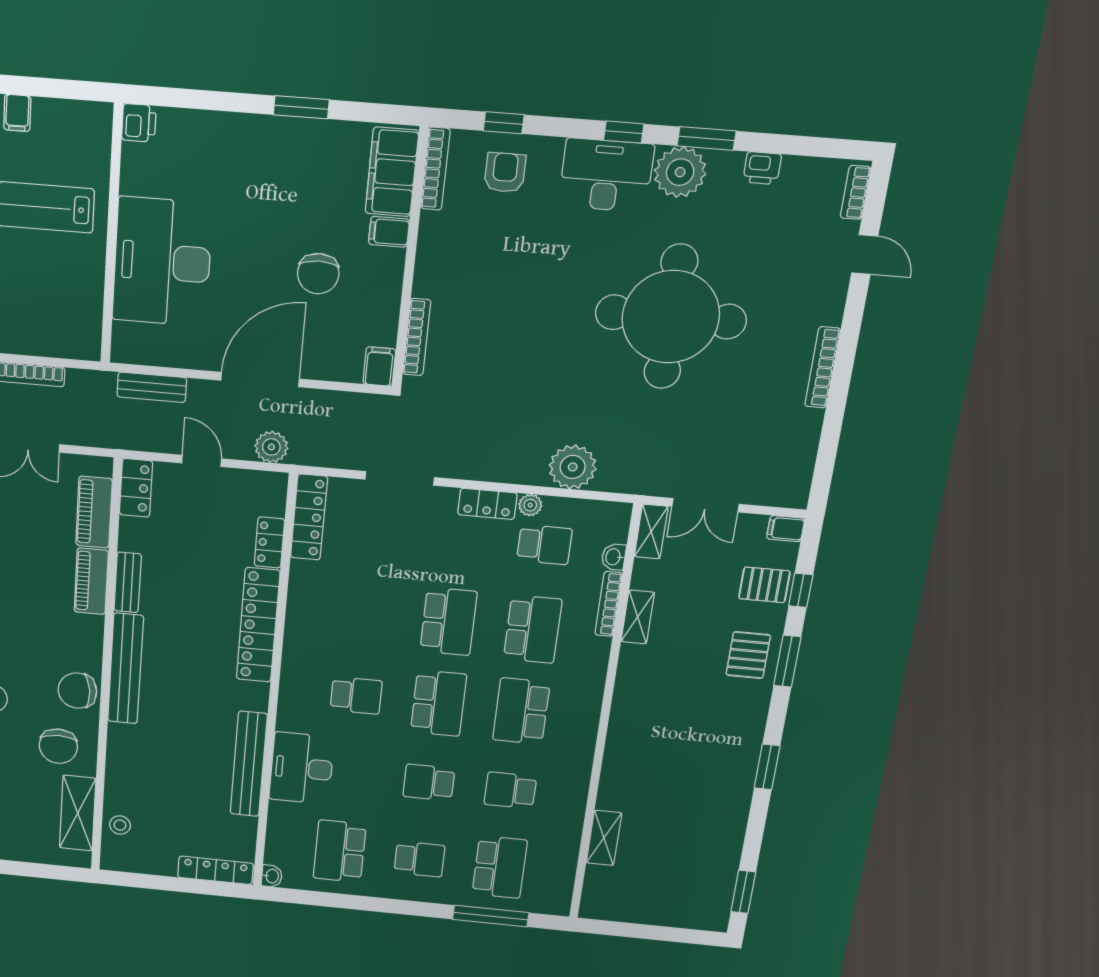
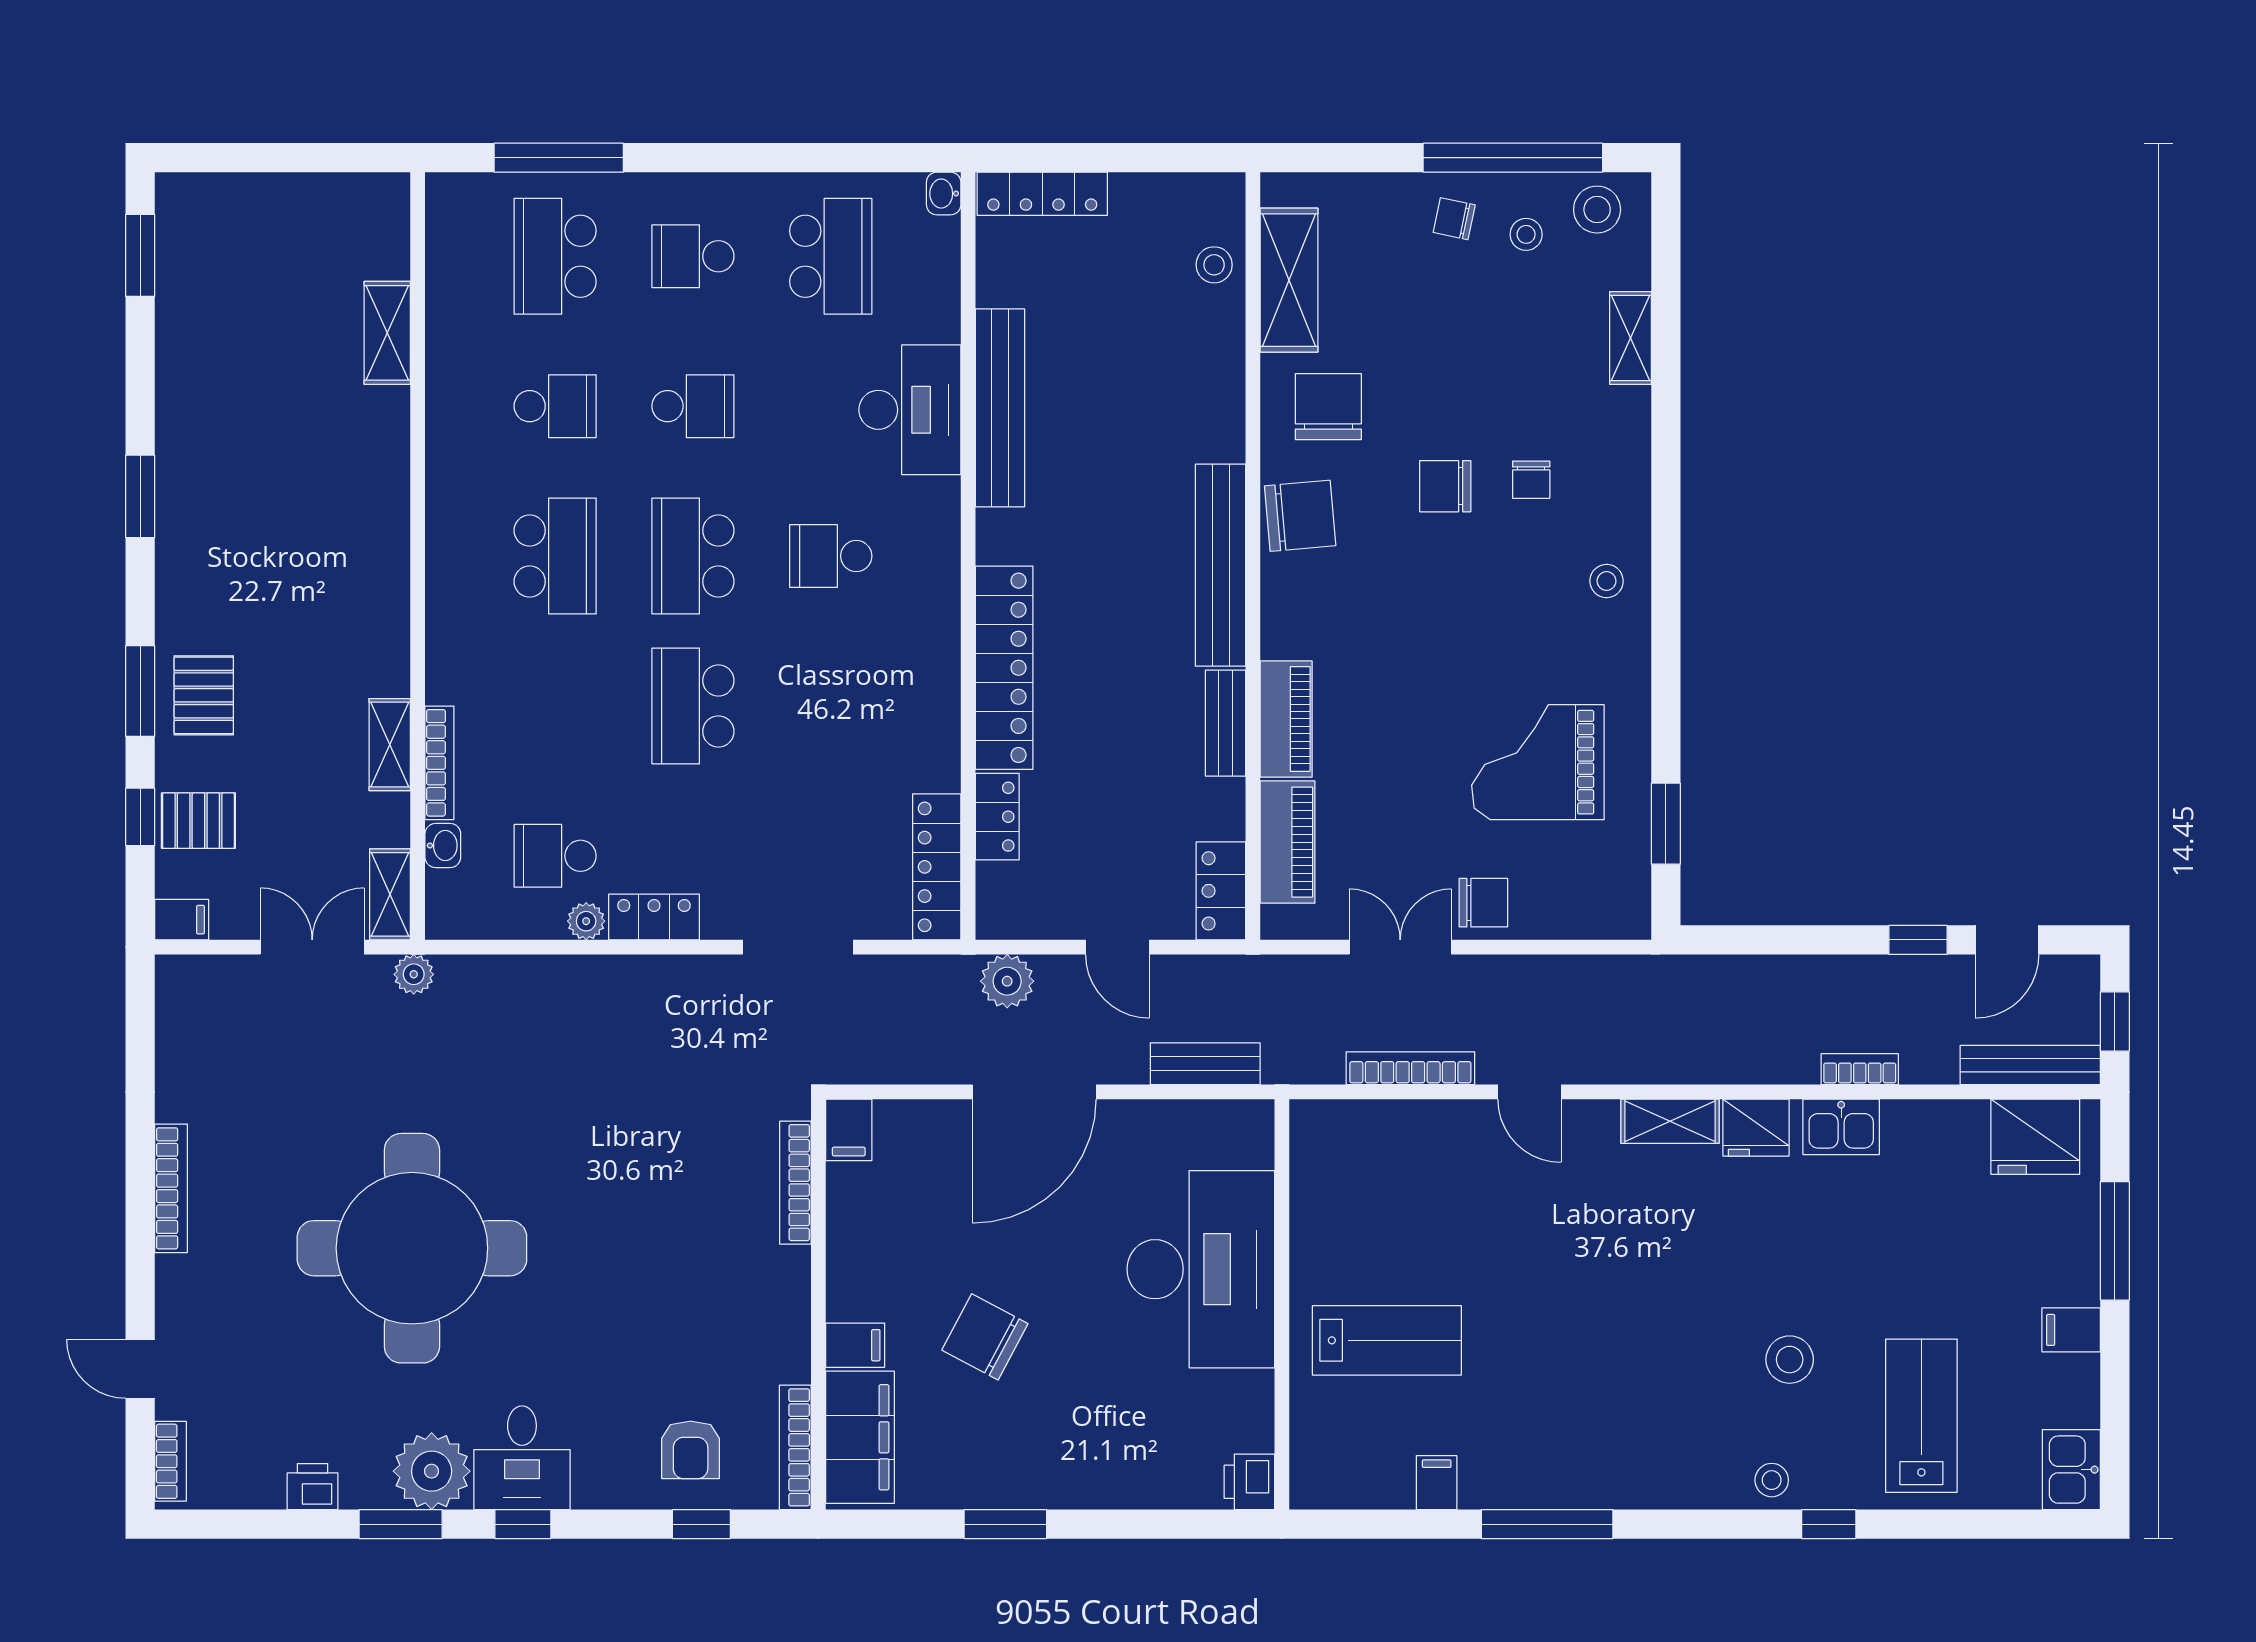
desk: (606, 175) -> (522, 1458), width x0.73
chair: (318, 274) -> (985, 1337), moved, turned -62
plant: (573, 467) -> (414, 974), moved, width x0.53, depth x0.53
school desk: (533, 629) -> (555, 706), removed

